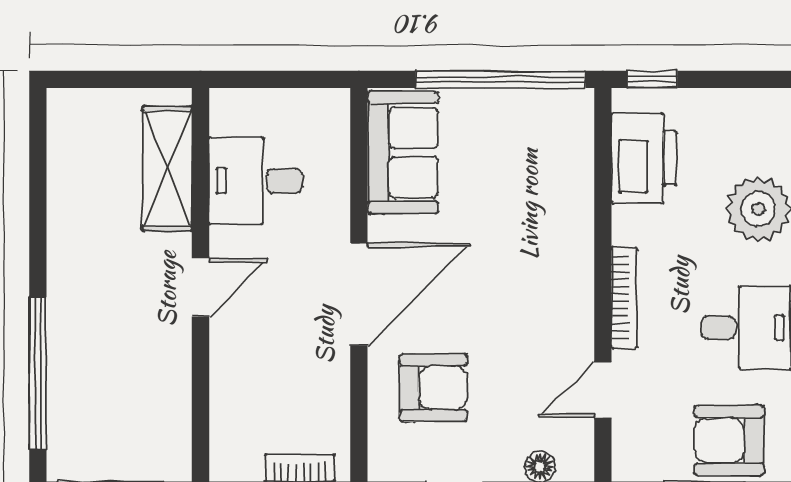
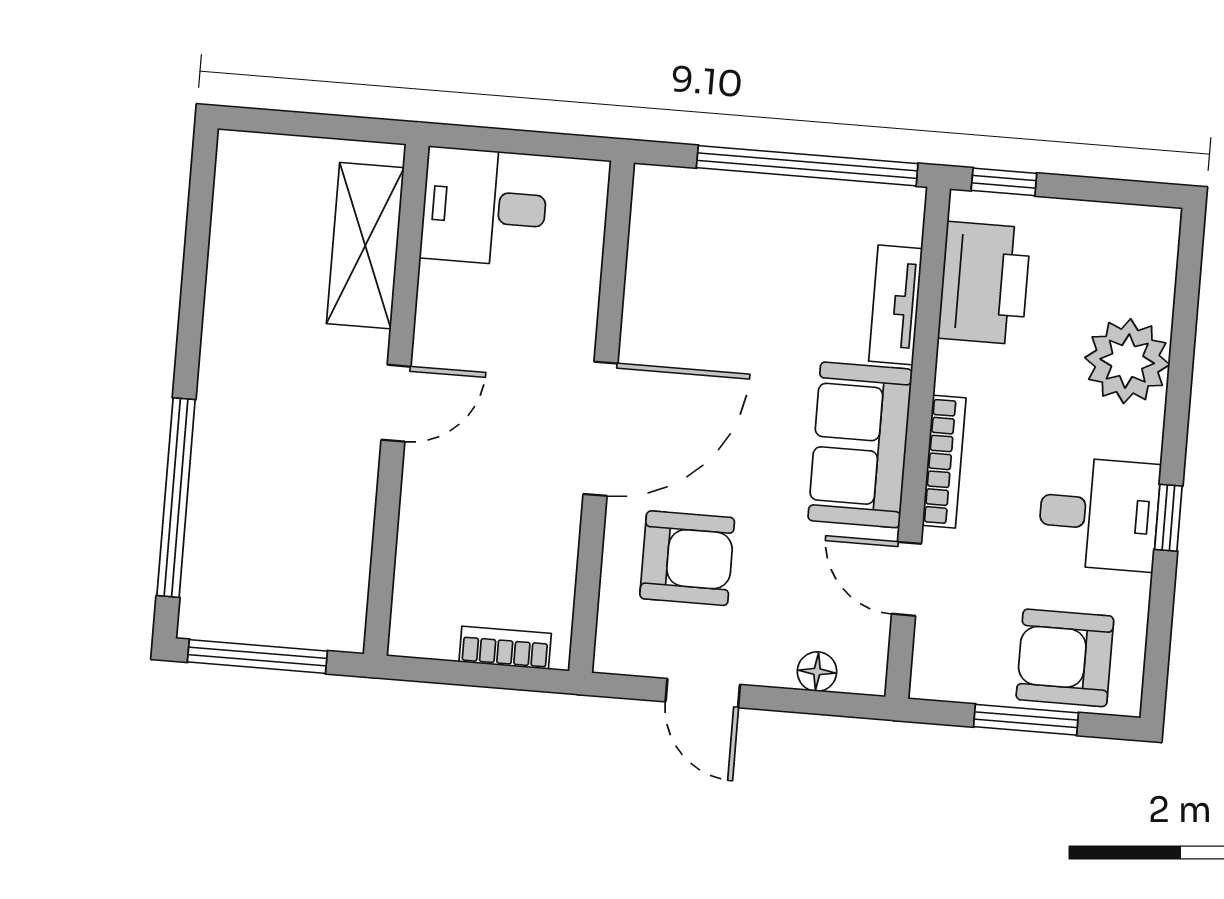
sofa: (403, 152) -> (860, 445), moved, turned 180
desk: (256, 181) -> (484, 207), moved
tv unit: (577, 181) -> (895, 305), added
door: (603, 390) -> (906, 579), hinge flipped

